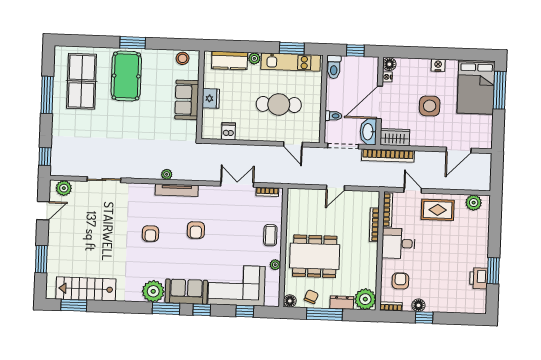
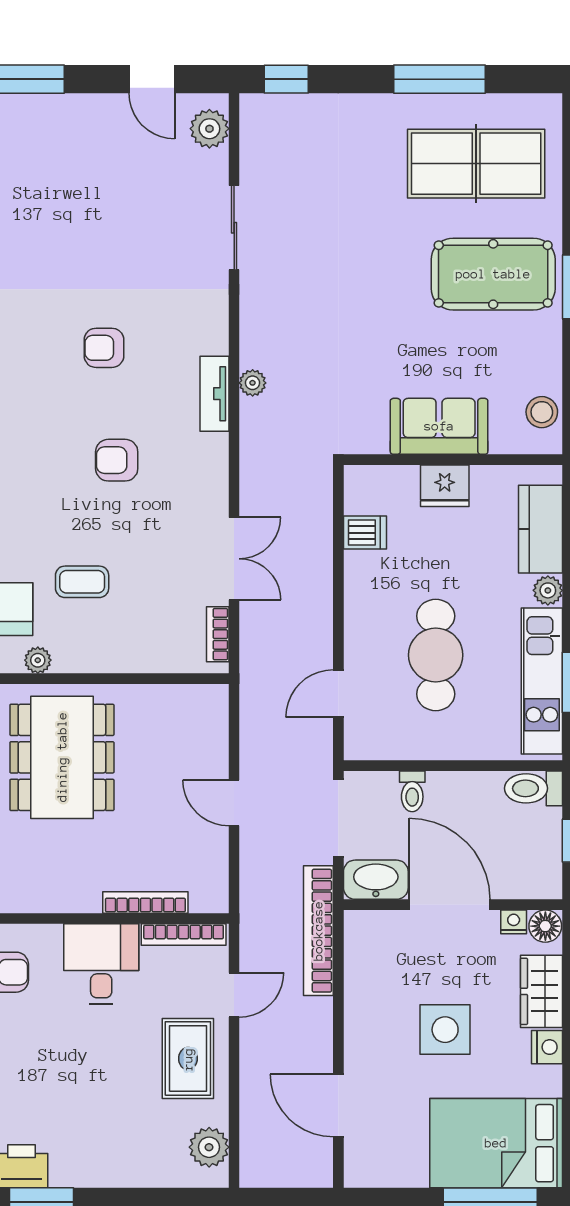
wardrobe: (395, 137) -> (542, 991), moved, turned 180
tv unit: (177, 190) -> (214, 394), width x0.71
coffee table: (270, 235) -> (82, 582), moved

